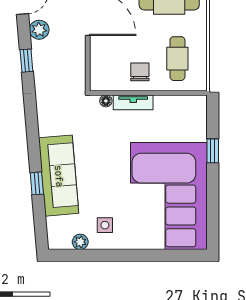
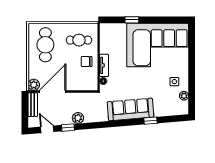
plant: (39, 30) -> (78, 118), moved
window: (26, 61) -> (68, 128), moved
sofa: (59, 176) -> (131, 109), moved

